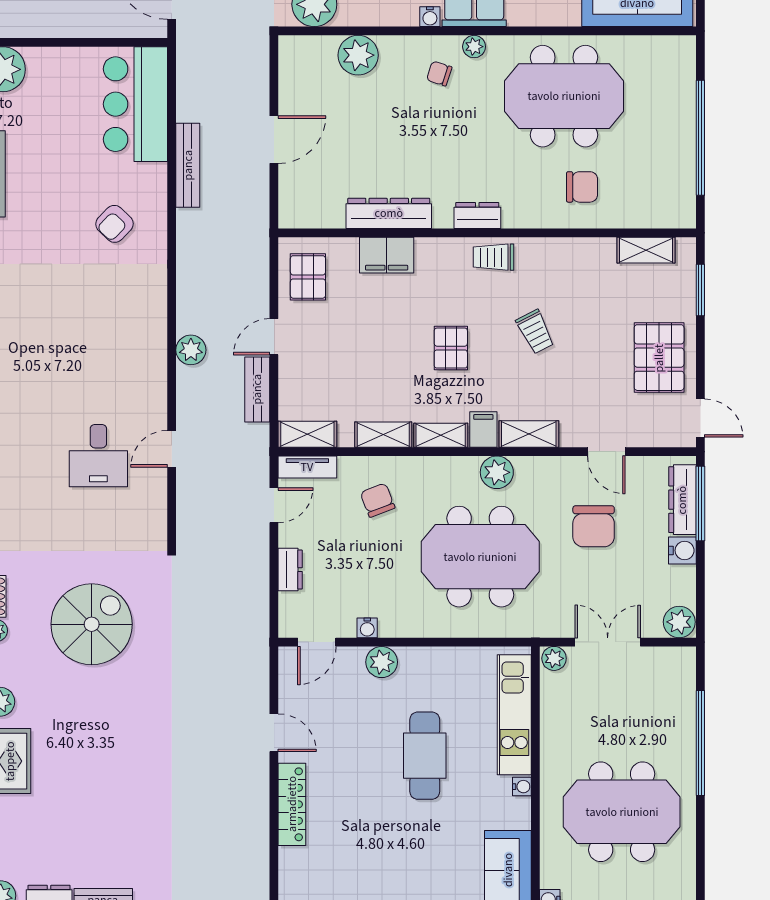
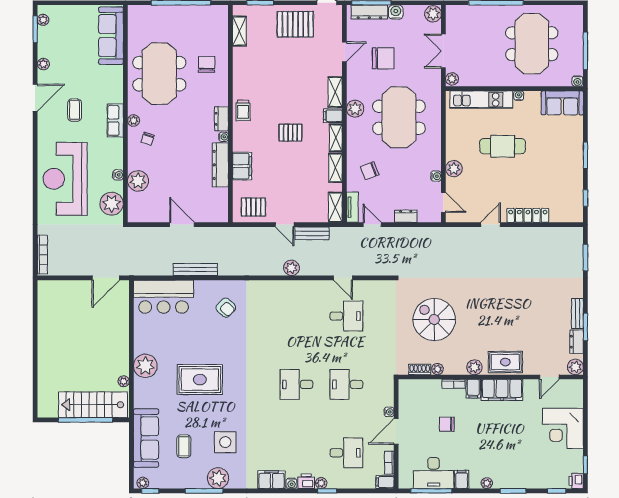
water cooler: (430, 17) -> (118, 175), moved
water cooler: (443, 219) -> (224, 137), added
trolley: (535, 332) -> (282, 89), removed

